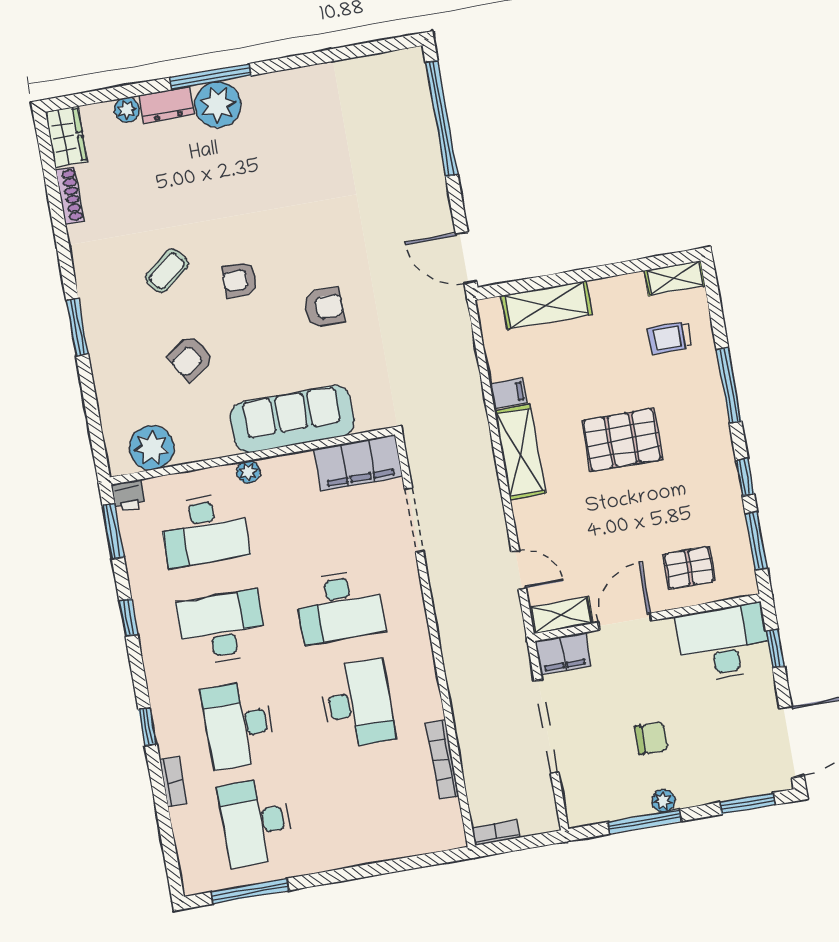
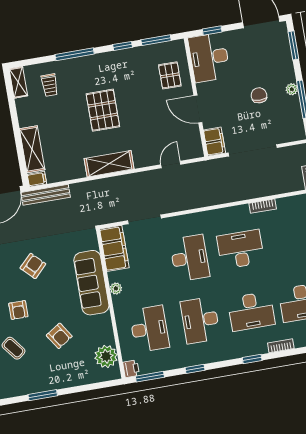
armchair: (324, 307) -> (33, 266), turned 45
bench: (460, 331) -> (46, 195), added
filing cabinet: (508, 393) -> (37, 179), moved, turned 90
plant: (248, 472) -> (116, 288), moved
shelving: (561, 615) -> (195, 143), removed
bookcase: (442, 760) -> (263, 206), width x0.64

